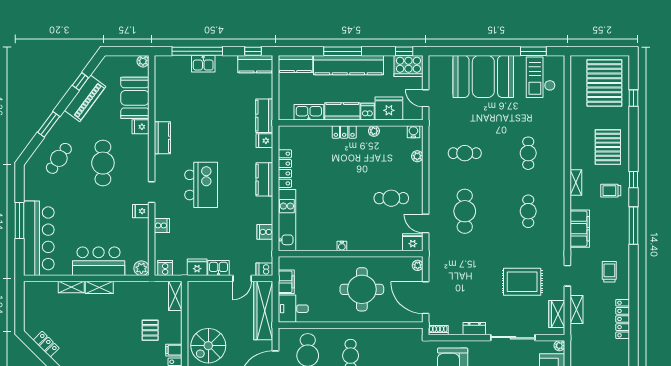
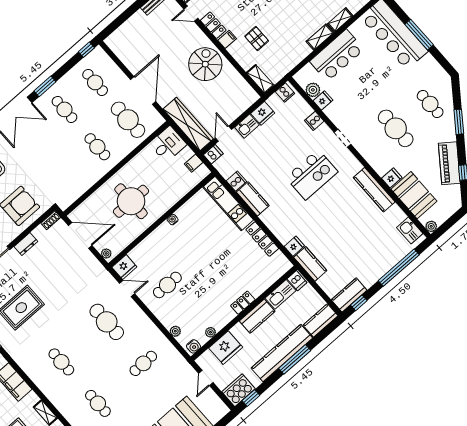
kitchen sink: (203, 64) -> (410, 231), moved, turned -90
door: (426, 98) -> (206, 378), swing flipped
dishwasher: (367, 112) -> (297, 281), moved
plant: (374, 131) -> (210, 332), moved
kitchen counter: (162, 138) -> (374, 190), width x1.50
cafe table: (59, 158) -> (430, 104), turned -35
kitchen counter: (264, 179) -> (253, 199), moved
kitchen island: (201, 185) -> (312, 175), turned -90
fridge: (141, 211) -> (323, 100), moved
plant: (141, 268) -> (313, 90), moved
filing cabinet: (286, 282) -> (194, 163), width x0.50

